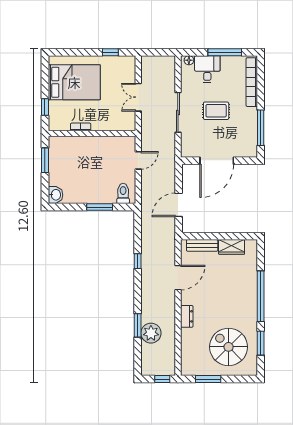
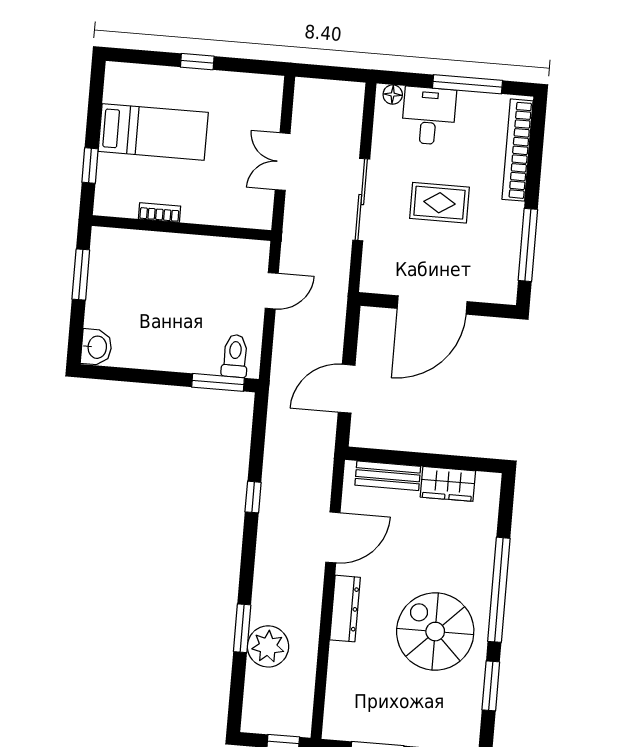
window: (110, 52) -> (197, 62), moved
bed: (74, 82) -> (153, 132), width x0.67
window: (100, 207) -> (218, 382), moved
dresser: (187, 316) -> (345, 609), width x1.44
spiral stairs: (229, 347) -> (435, 632), moved

